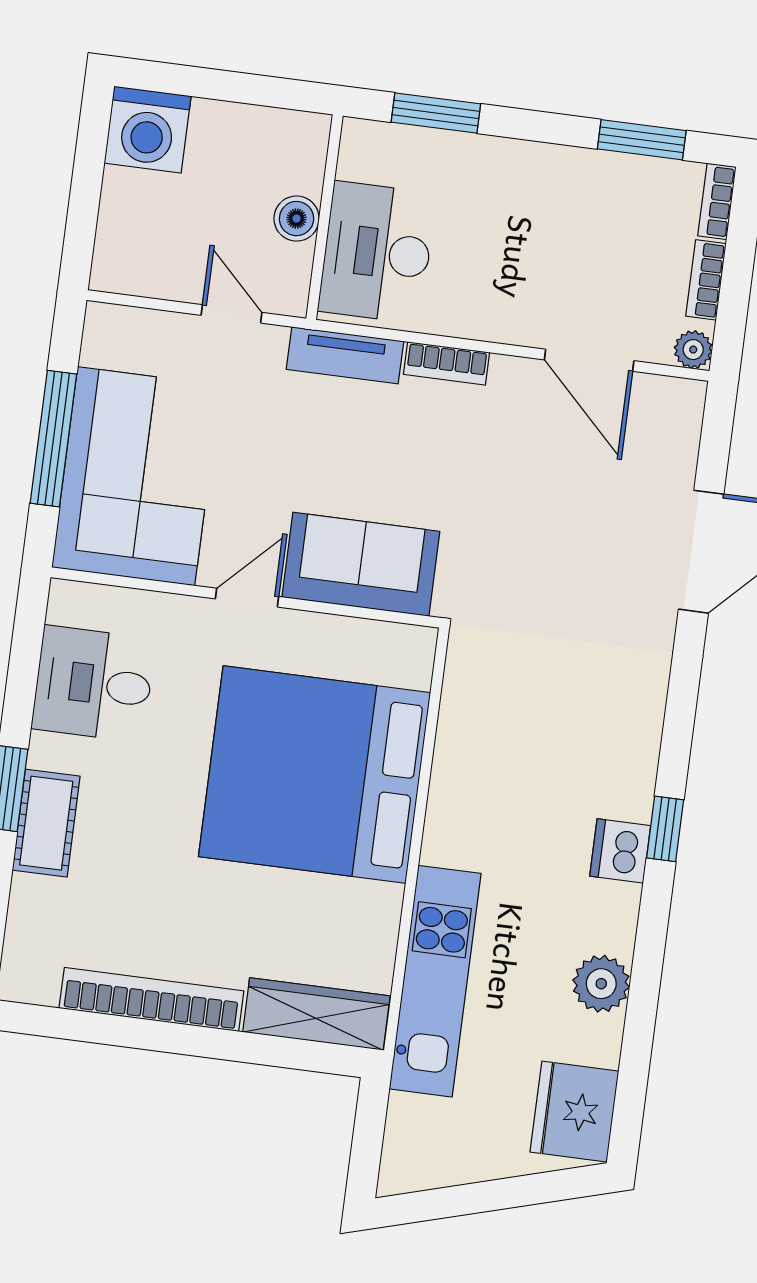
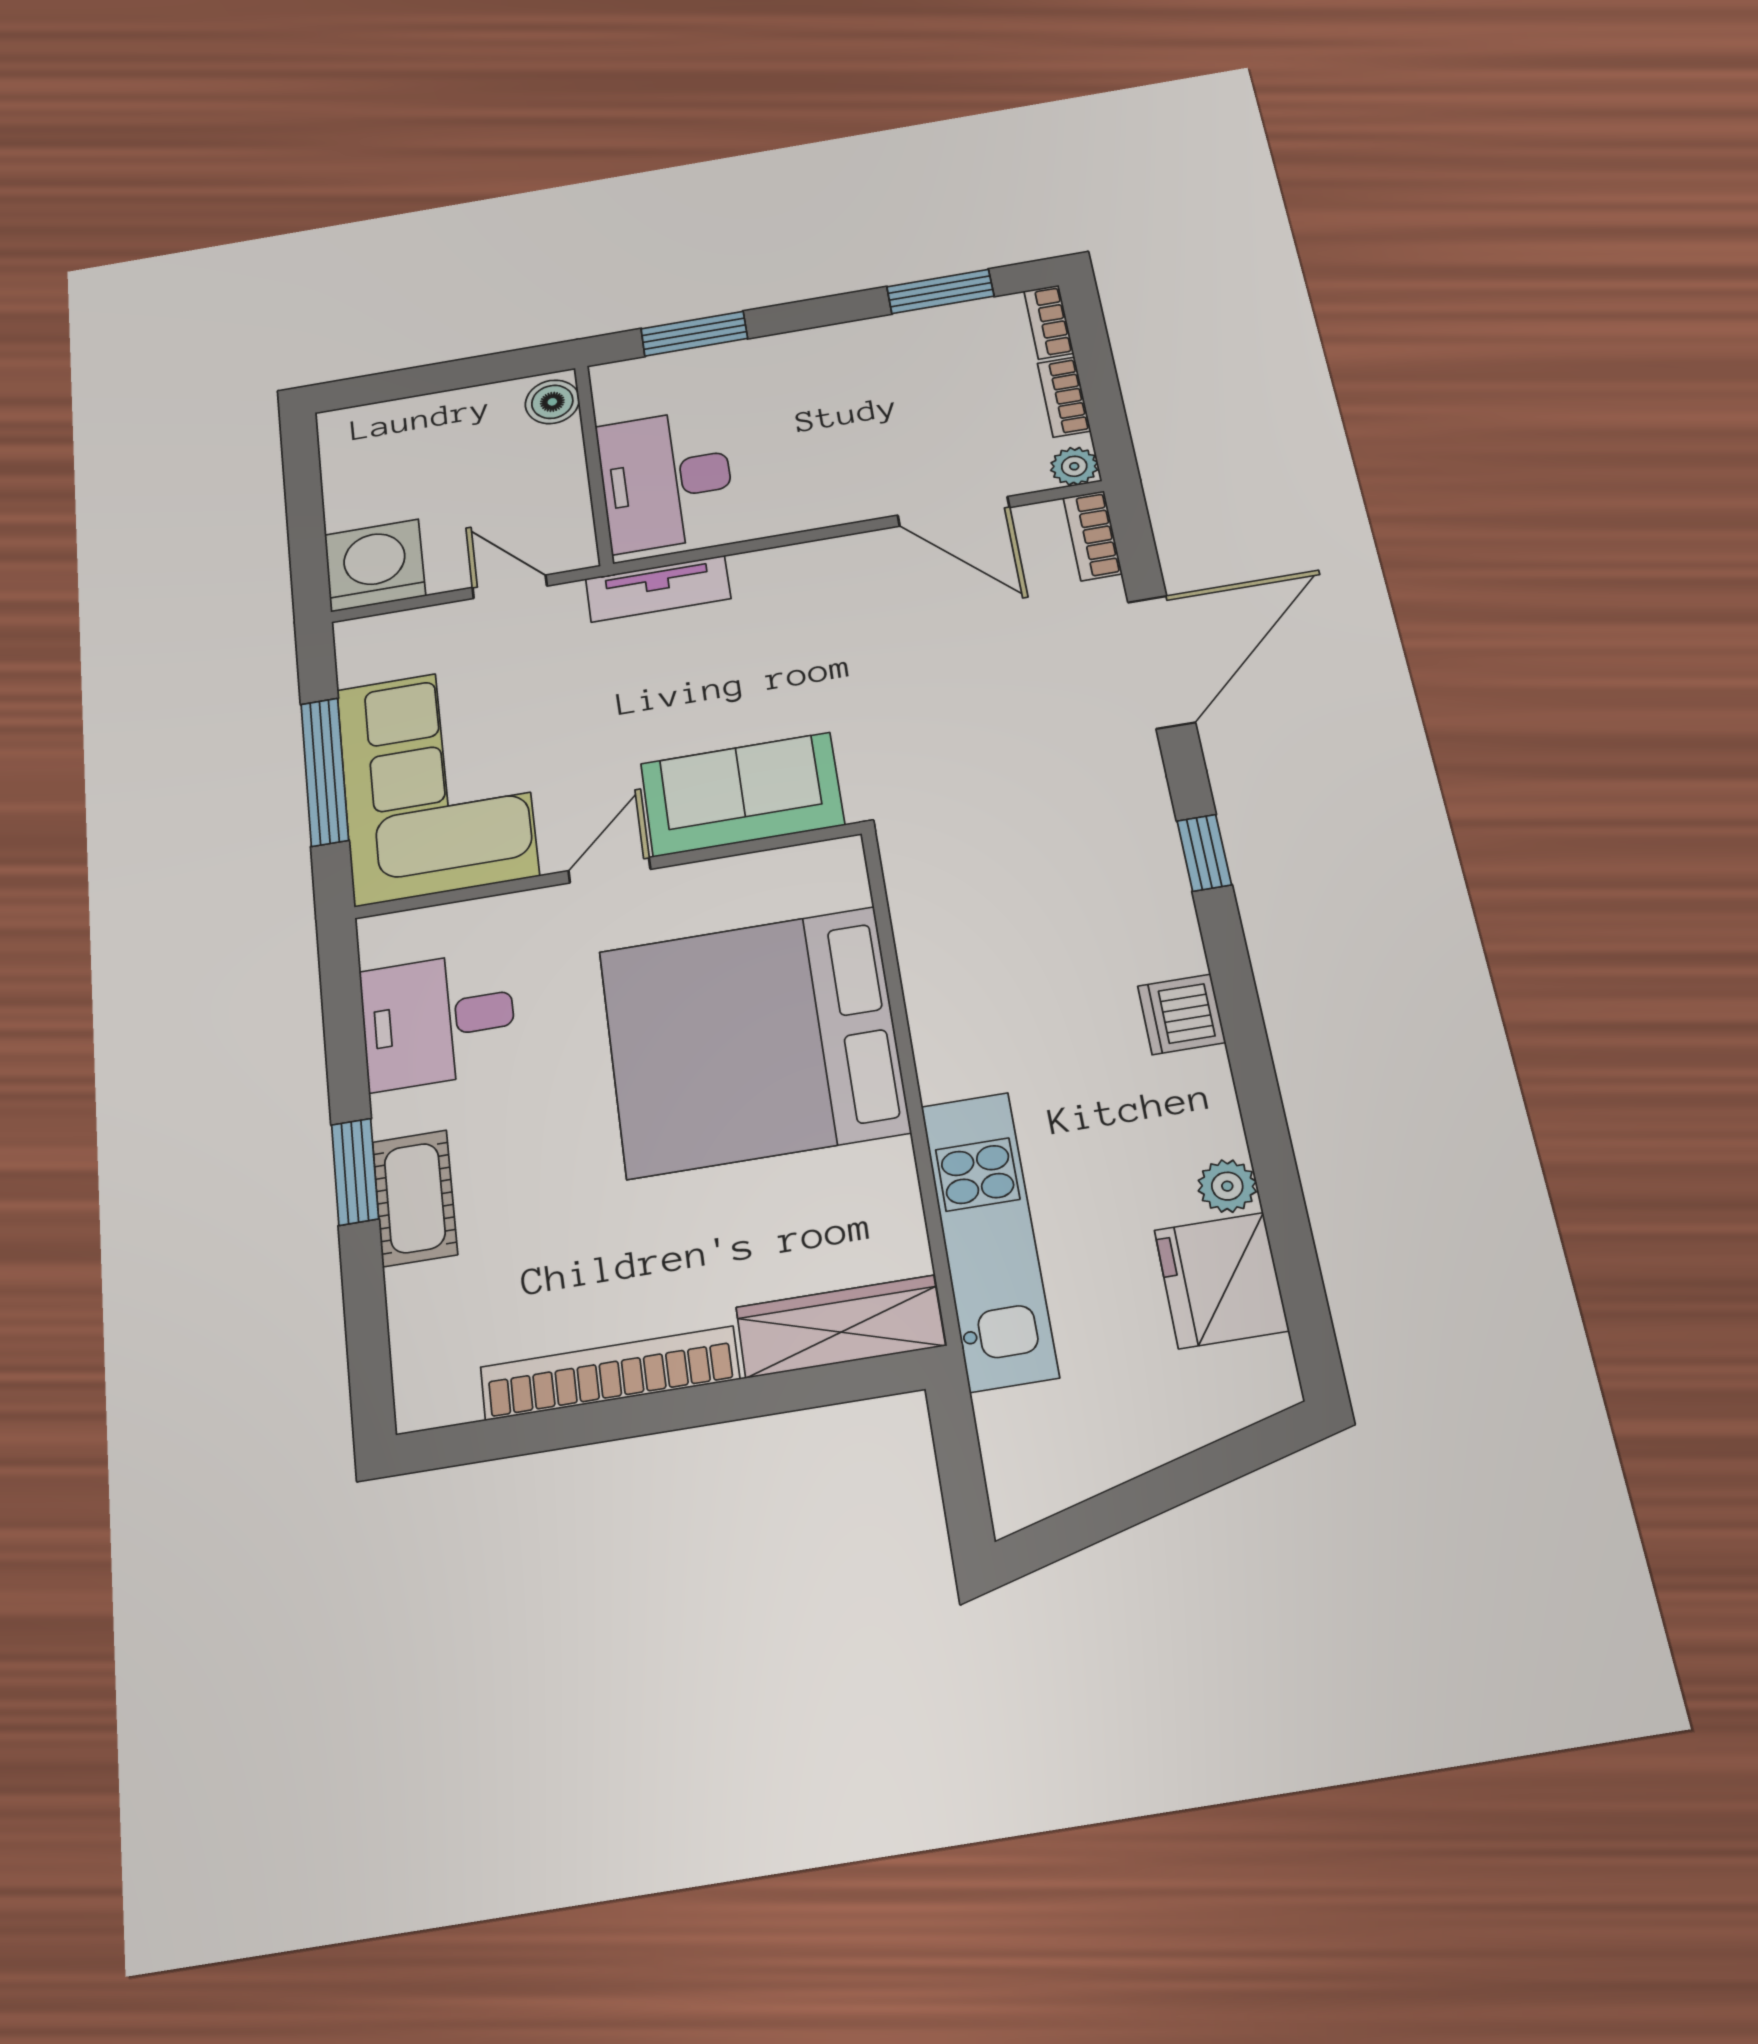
washing machine: (148, 130) -> (375, 565), moved, turned 180
boiler: (297, 219) -> (552, 402), moved
bookcase: (447, 363) -> (1093, 536), moved, turned 90
window: (665, 829) -> (1204, 853), moved
plant: (601, 984) -> (1227, 1186), width x0.73, depth x0.73
fridge: (574, 1112) -> (1221, 1280), moved

